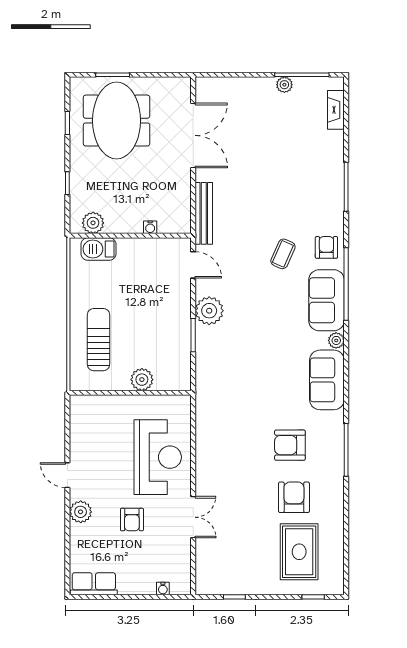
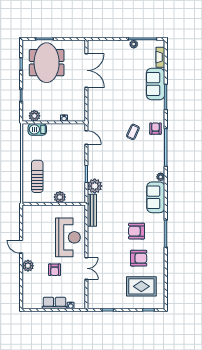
bench: (204, 213) -> (92, 210), moved
sofa: (327, 300) -> (156, 84), moved
plant: (209, 311) -> (95, 186), moved
armchair: (294, 497) -> (139, 258), turned 90
rug: (299, 552) -> (141, 286), turned 90
row of seats: (94, 584) -> (54, 303), moved

